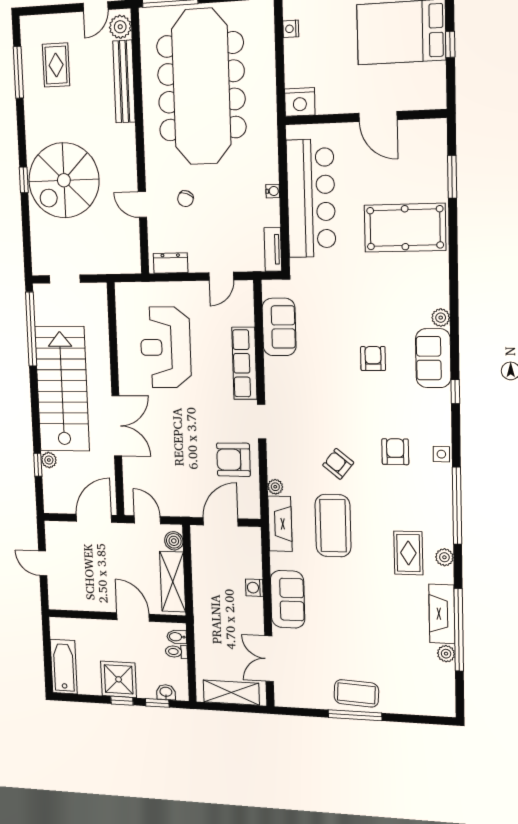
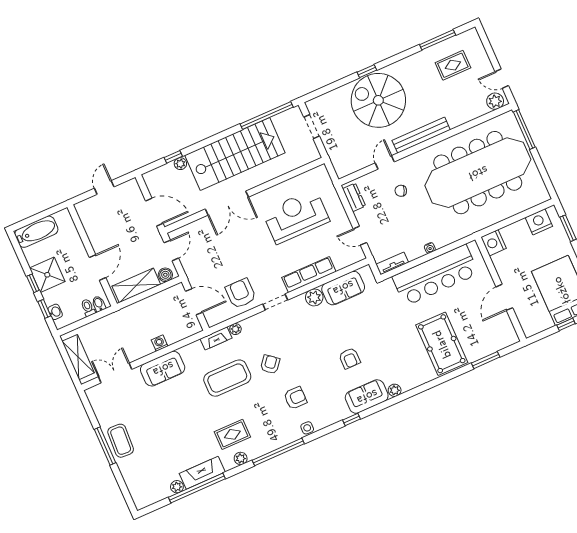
nightstand: (291, 29) -> (539, 222), width x1.89, depth x1.79
bench: (124, 82) -> (421, 135), moved
armchair: (373, 359) -> (350, 358), turned 90
plant: (276, 369) -> (314, 297), added
fireplace: (280, 524) -> (216, 338), width x0.73, depth x0.76

